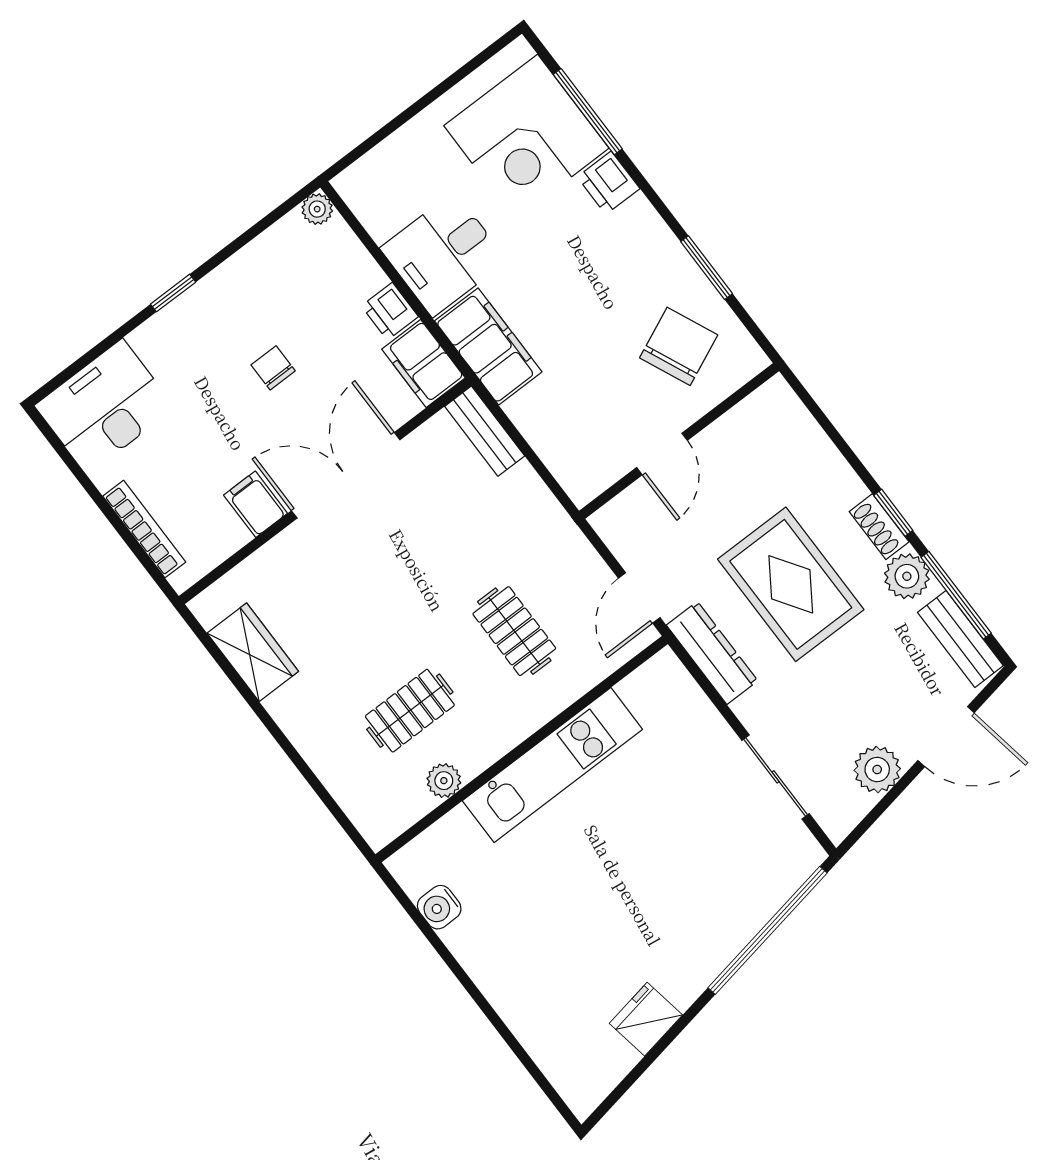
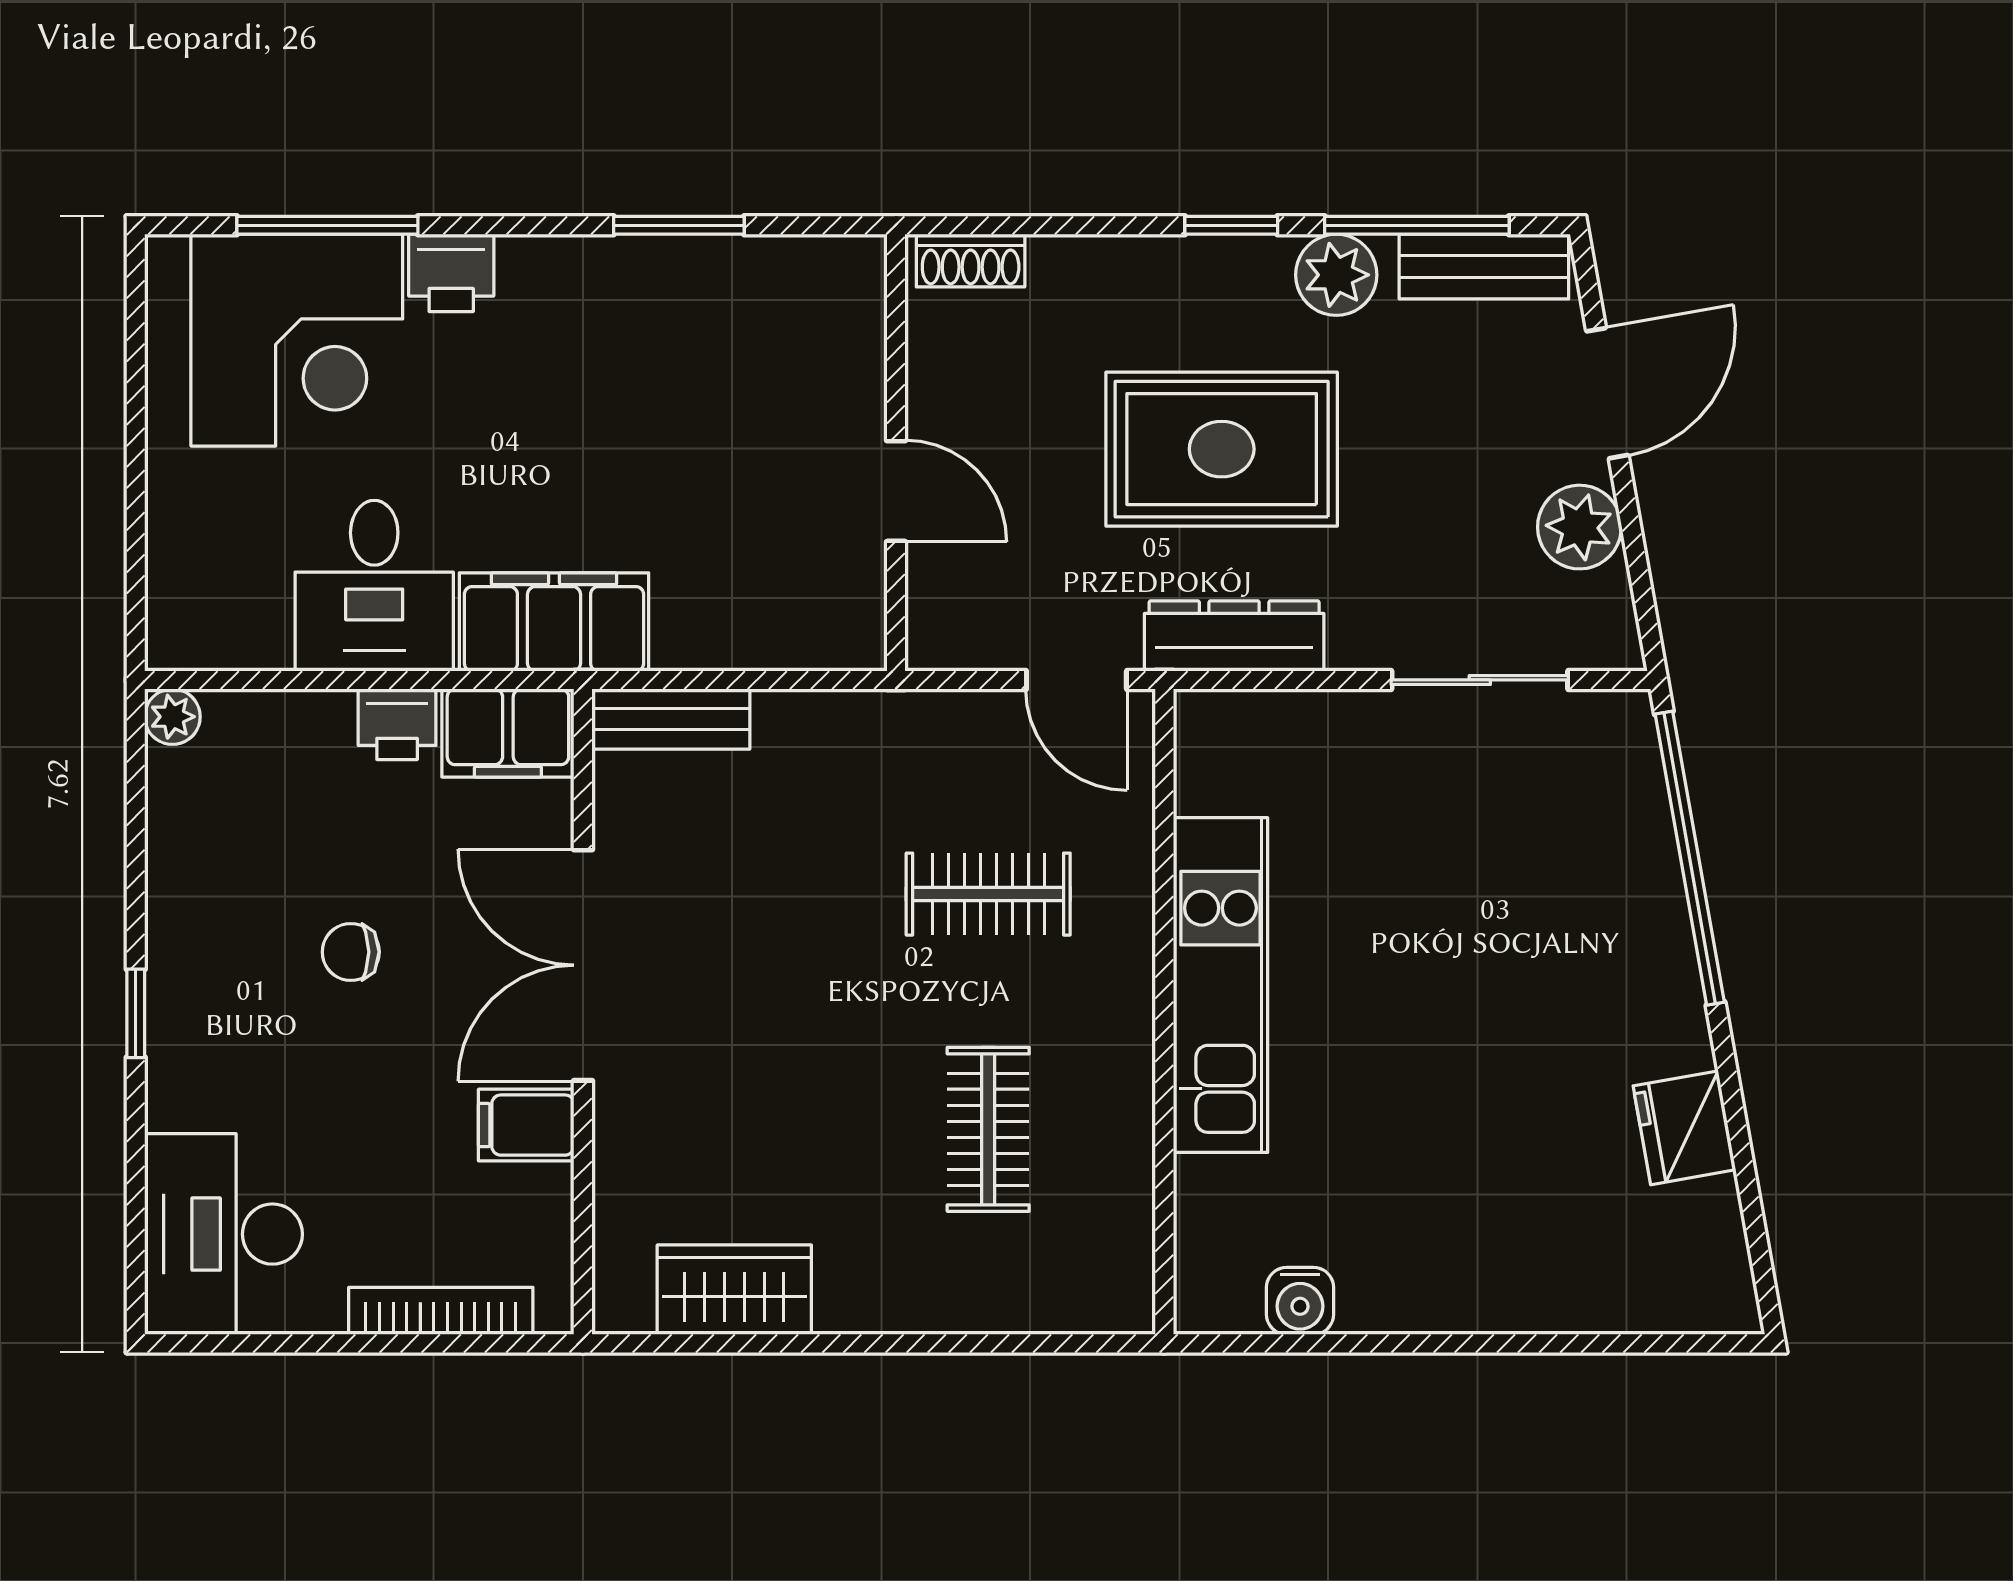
chair: (679, 346) -> (761, 350), removed
shoe rack: (879, 527) -> (971, 261), moved
plant: (444, 781) -> (1125, 1157), removed

